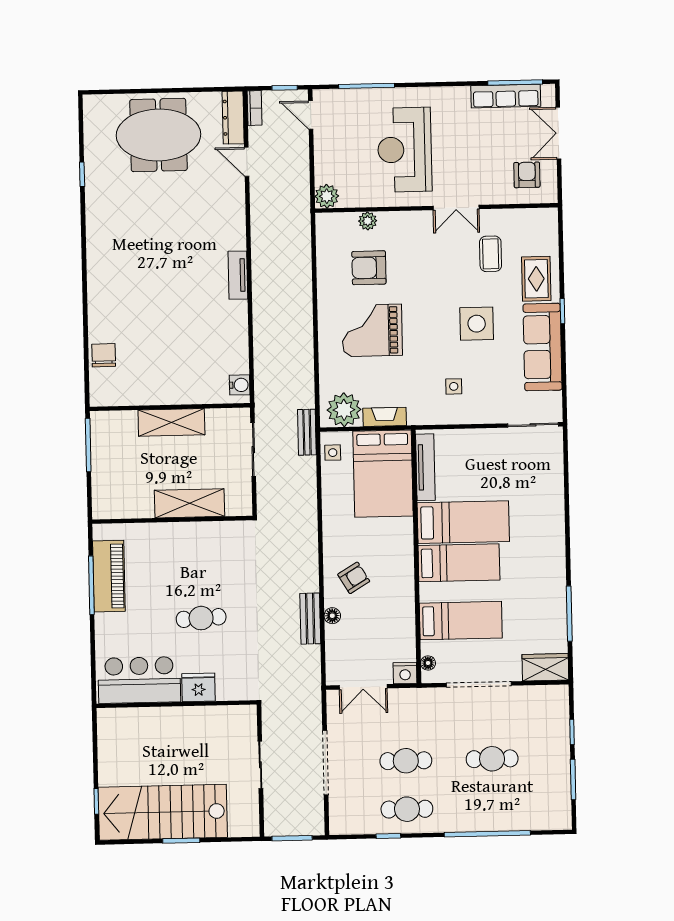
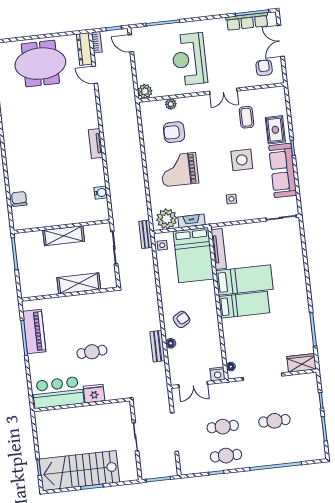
water cooler: (240, 385) -> (101, 193), moved
bed: (461, 621) -> (248, 339), removed

